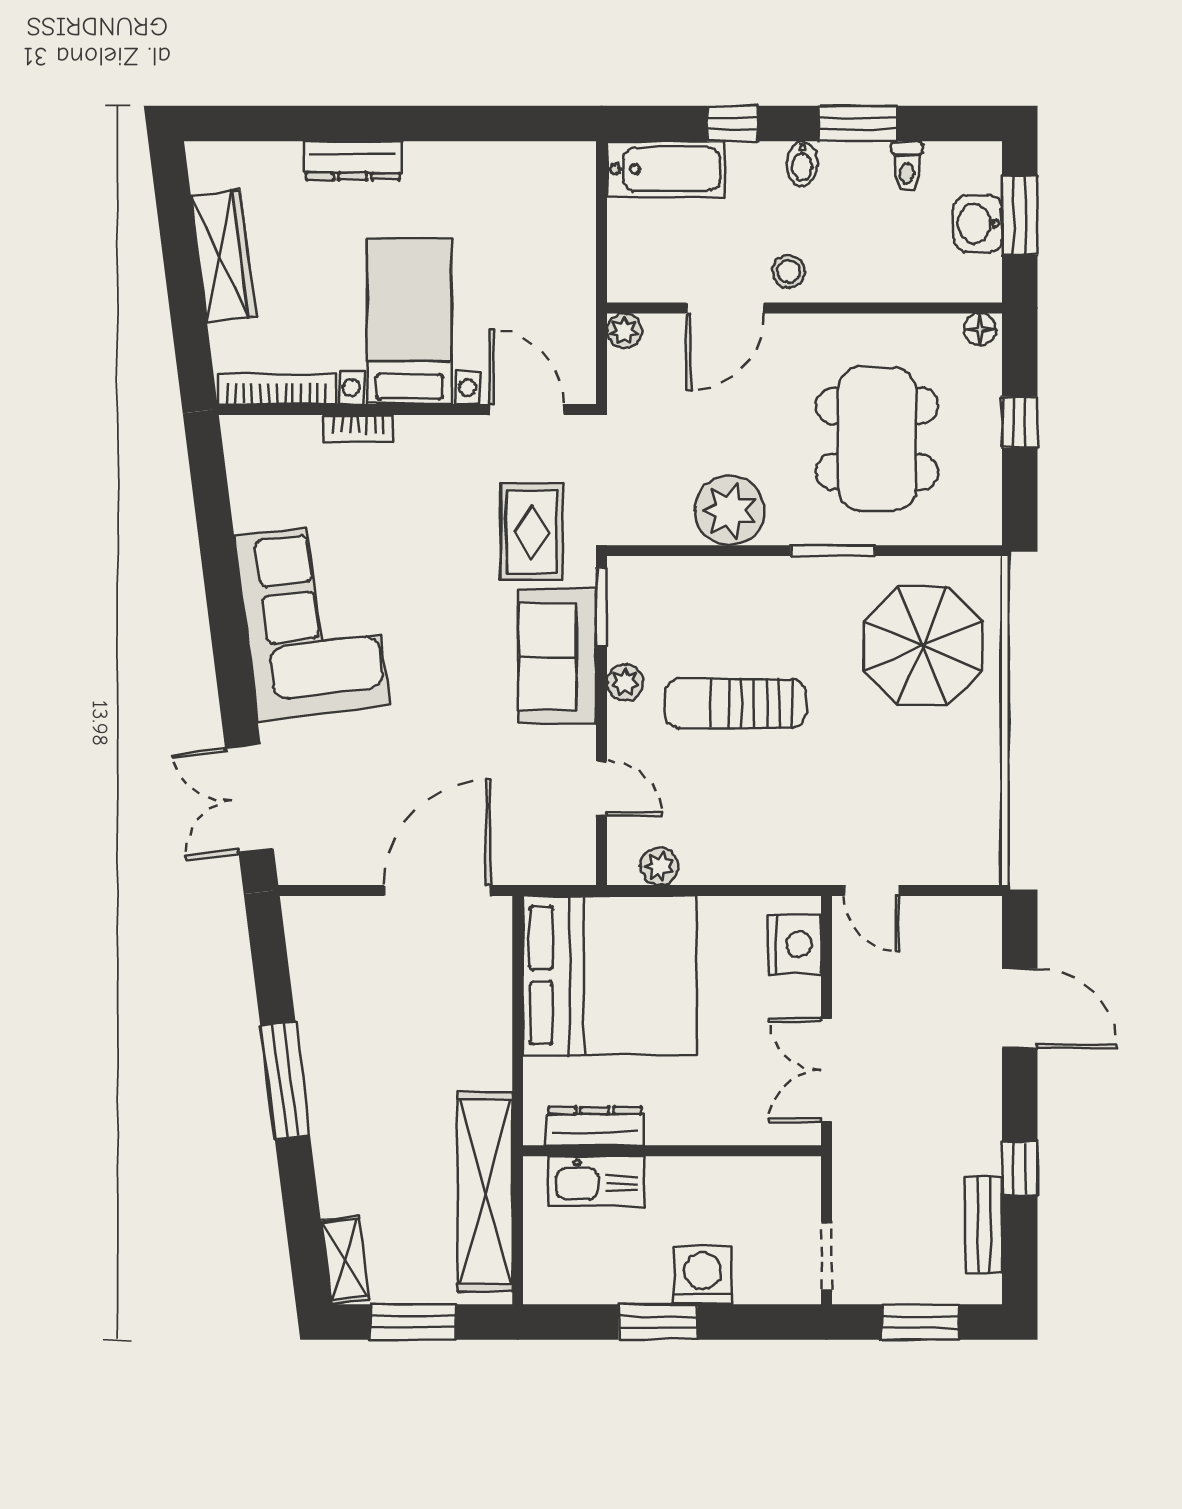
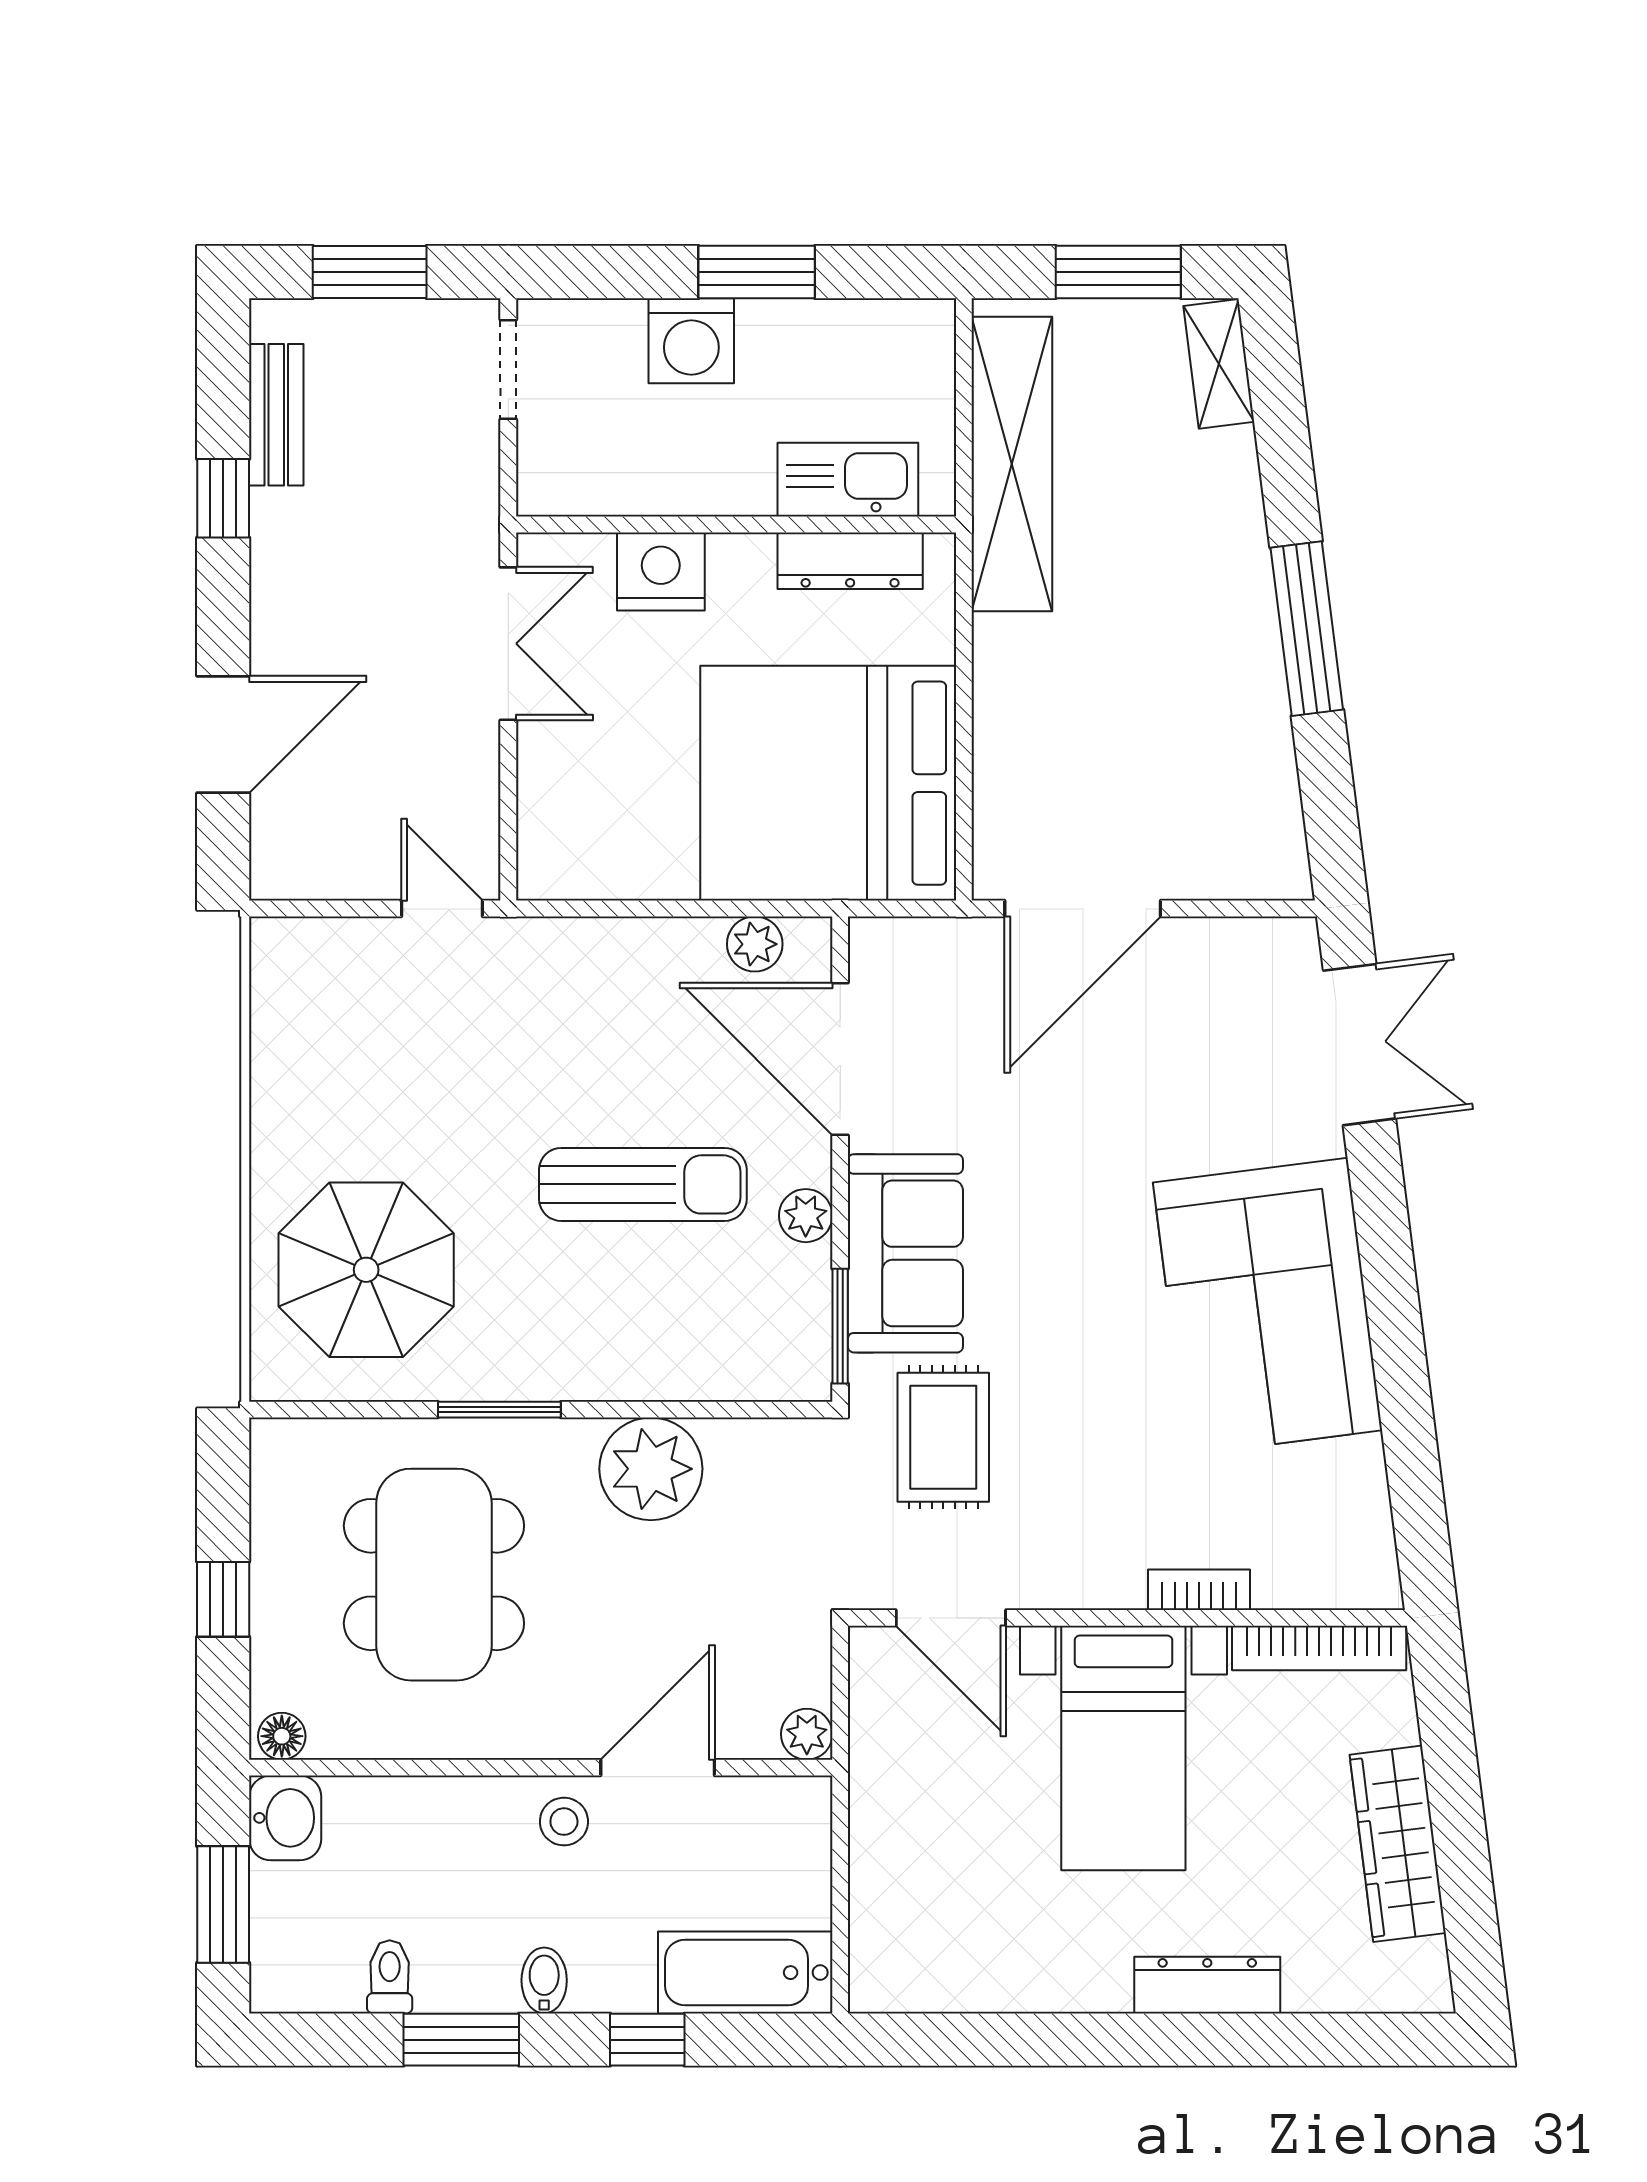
washbasin: (978, 224) -> (285, 1818), moved
door: (602, 788) -> (840, 1059), width x1.88
nightstand: (795, 944) -> (661, 572), moved, turned 90
door: (1020, 1008) -> (223, 735), swing flipped

